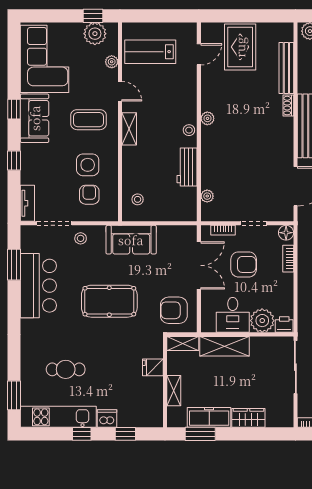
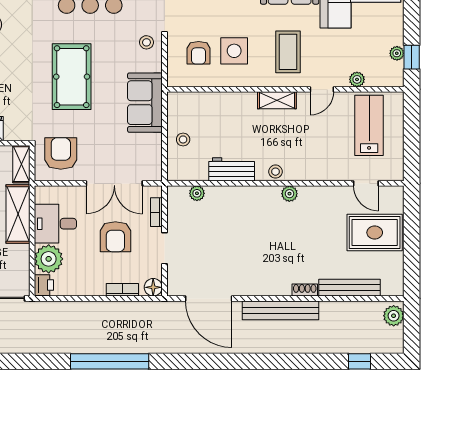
plant: (95, 34) -> (397, 53), width x0.53, depth x0.53
armchair: (89, 195) -> (199, 53), turned 90
stool: (138, 199) -> (183, 139), moved

